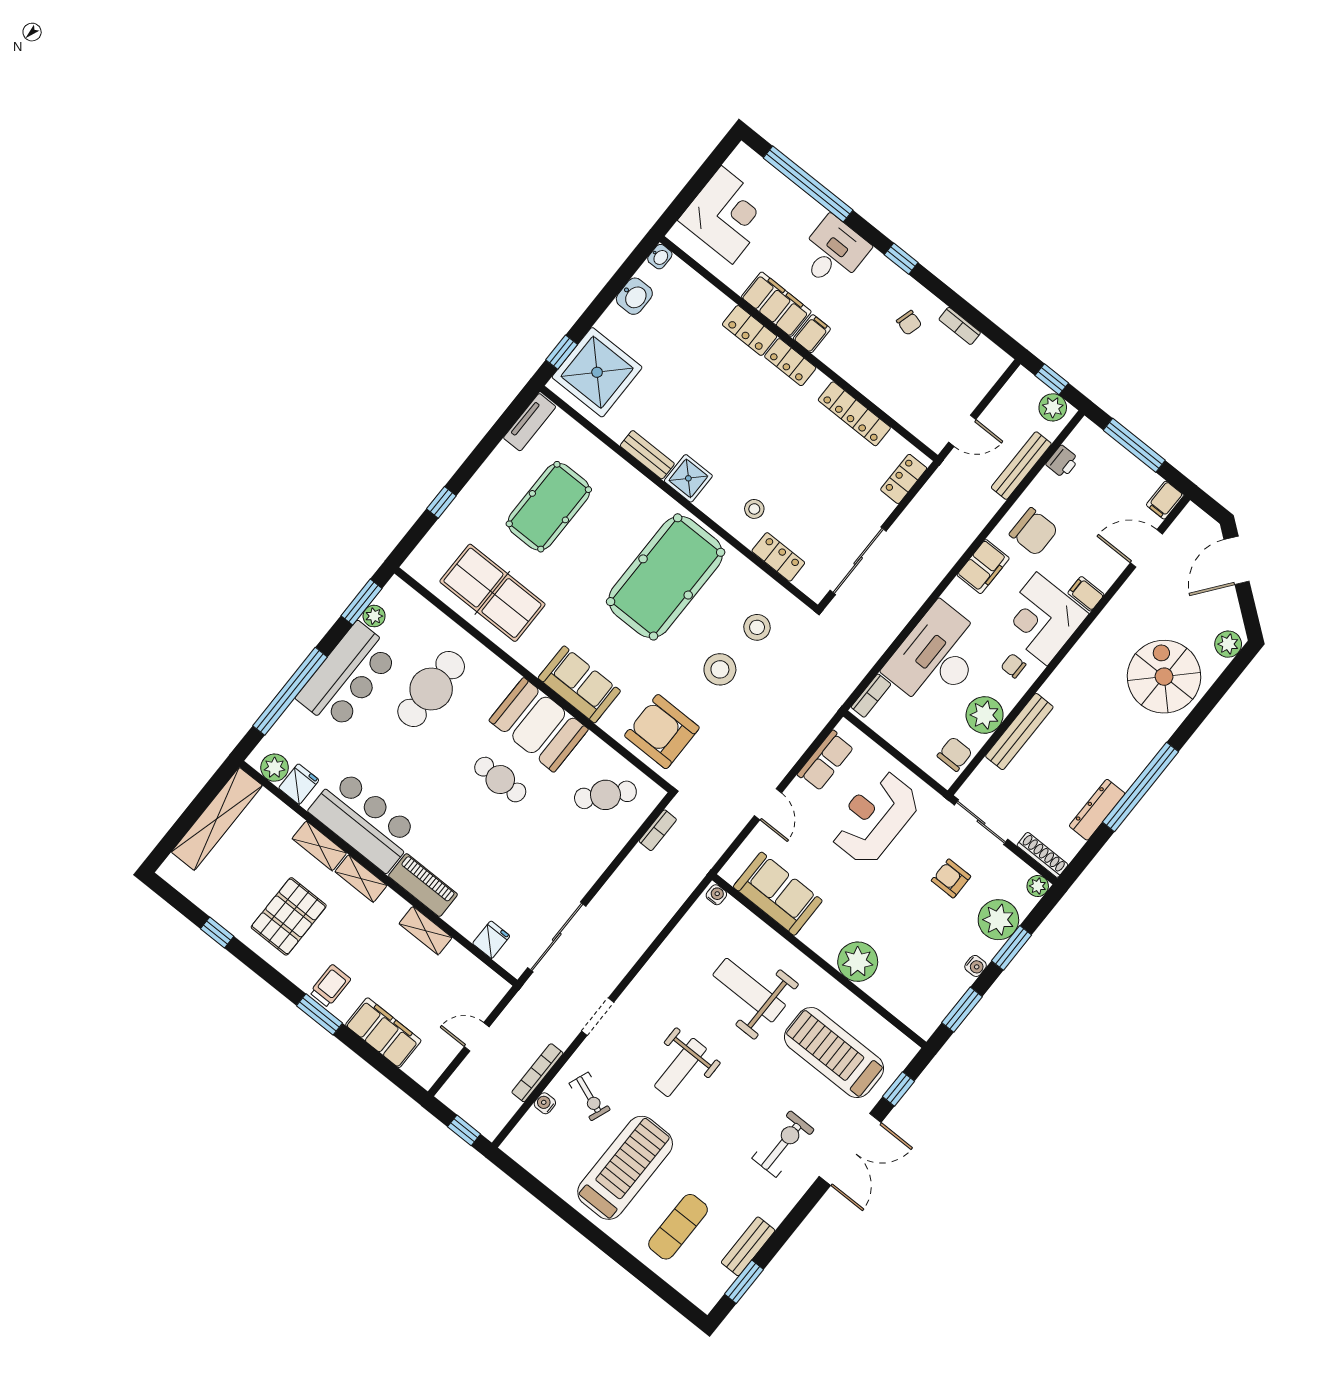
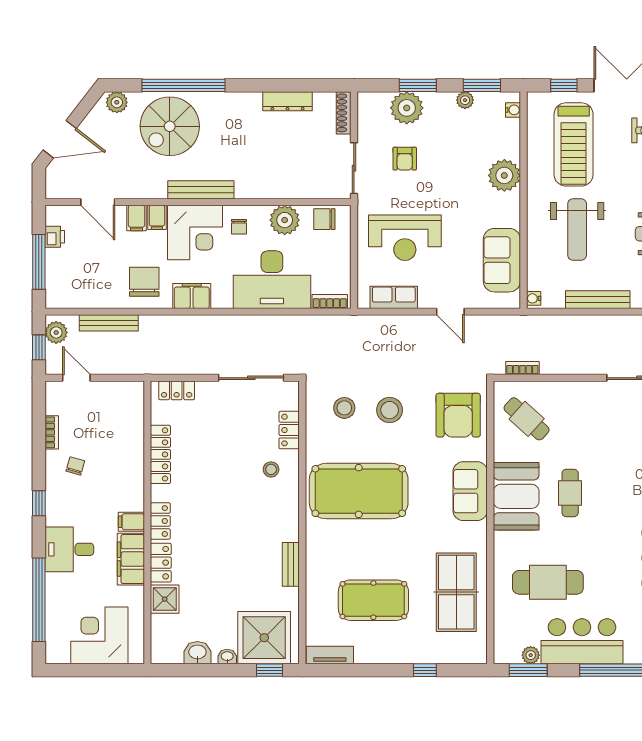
washbasin: (660, 257) -> (227, 657), moved
door: (962, 431) -> (76, 378), moved
printer: (1062, 462) -> (55, 237), moved, turned 90
shower: (688, 478) -> (165, 599), moved
filing cabinet: (1165, 500) -> (137, 218), moved, turned 90
bench: (1019, 732) -> (201, 190), moved
window: (1140, 787) -> (184, 85), moved
door: (768, 804) -> (450, 312), swing flipped
plant: (1038, 886) -> (465, 100), moved
bench: (666, 956) -> (598, 300), added
water cooler: (976, 966) -> (513, 110), moved, turned 90

